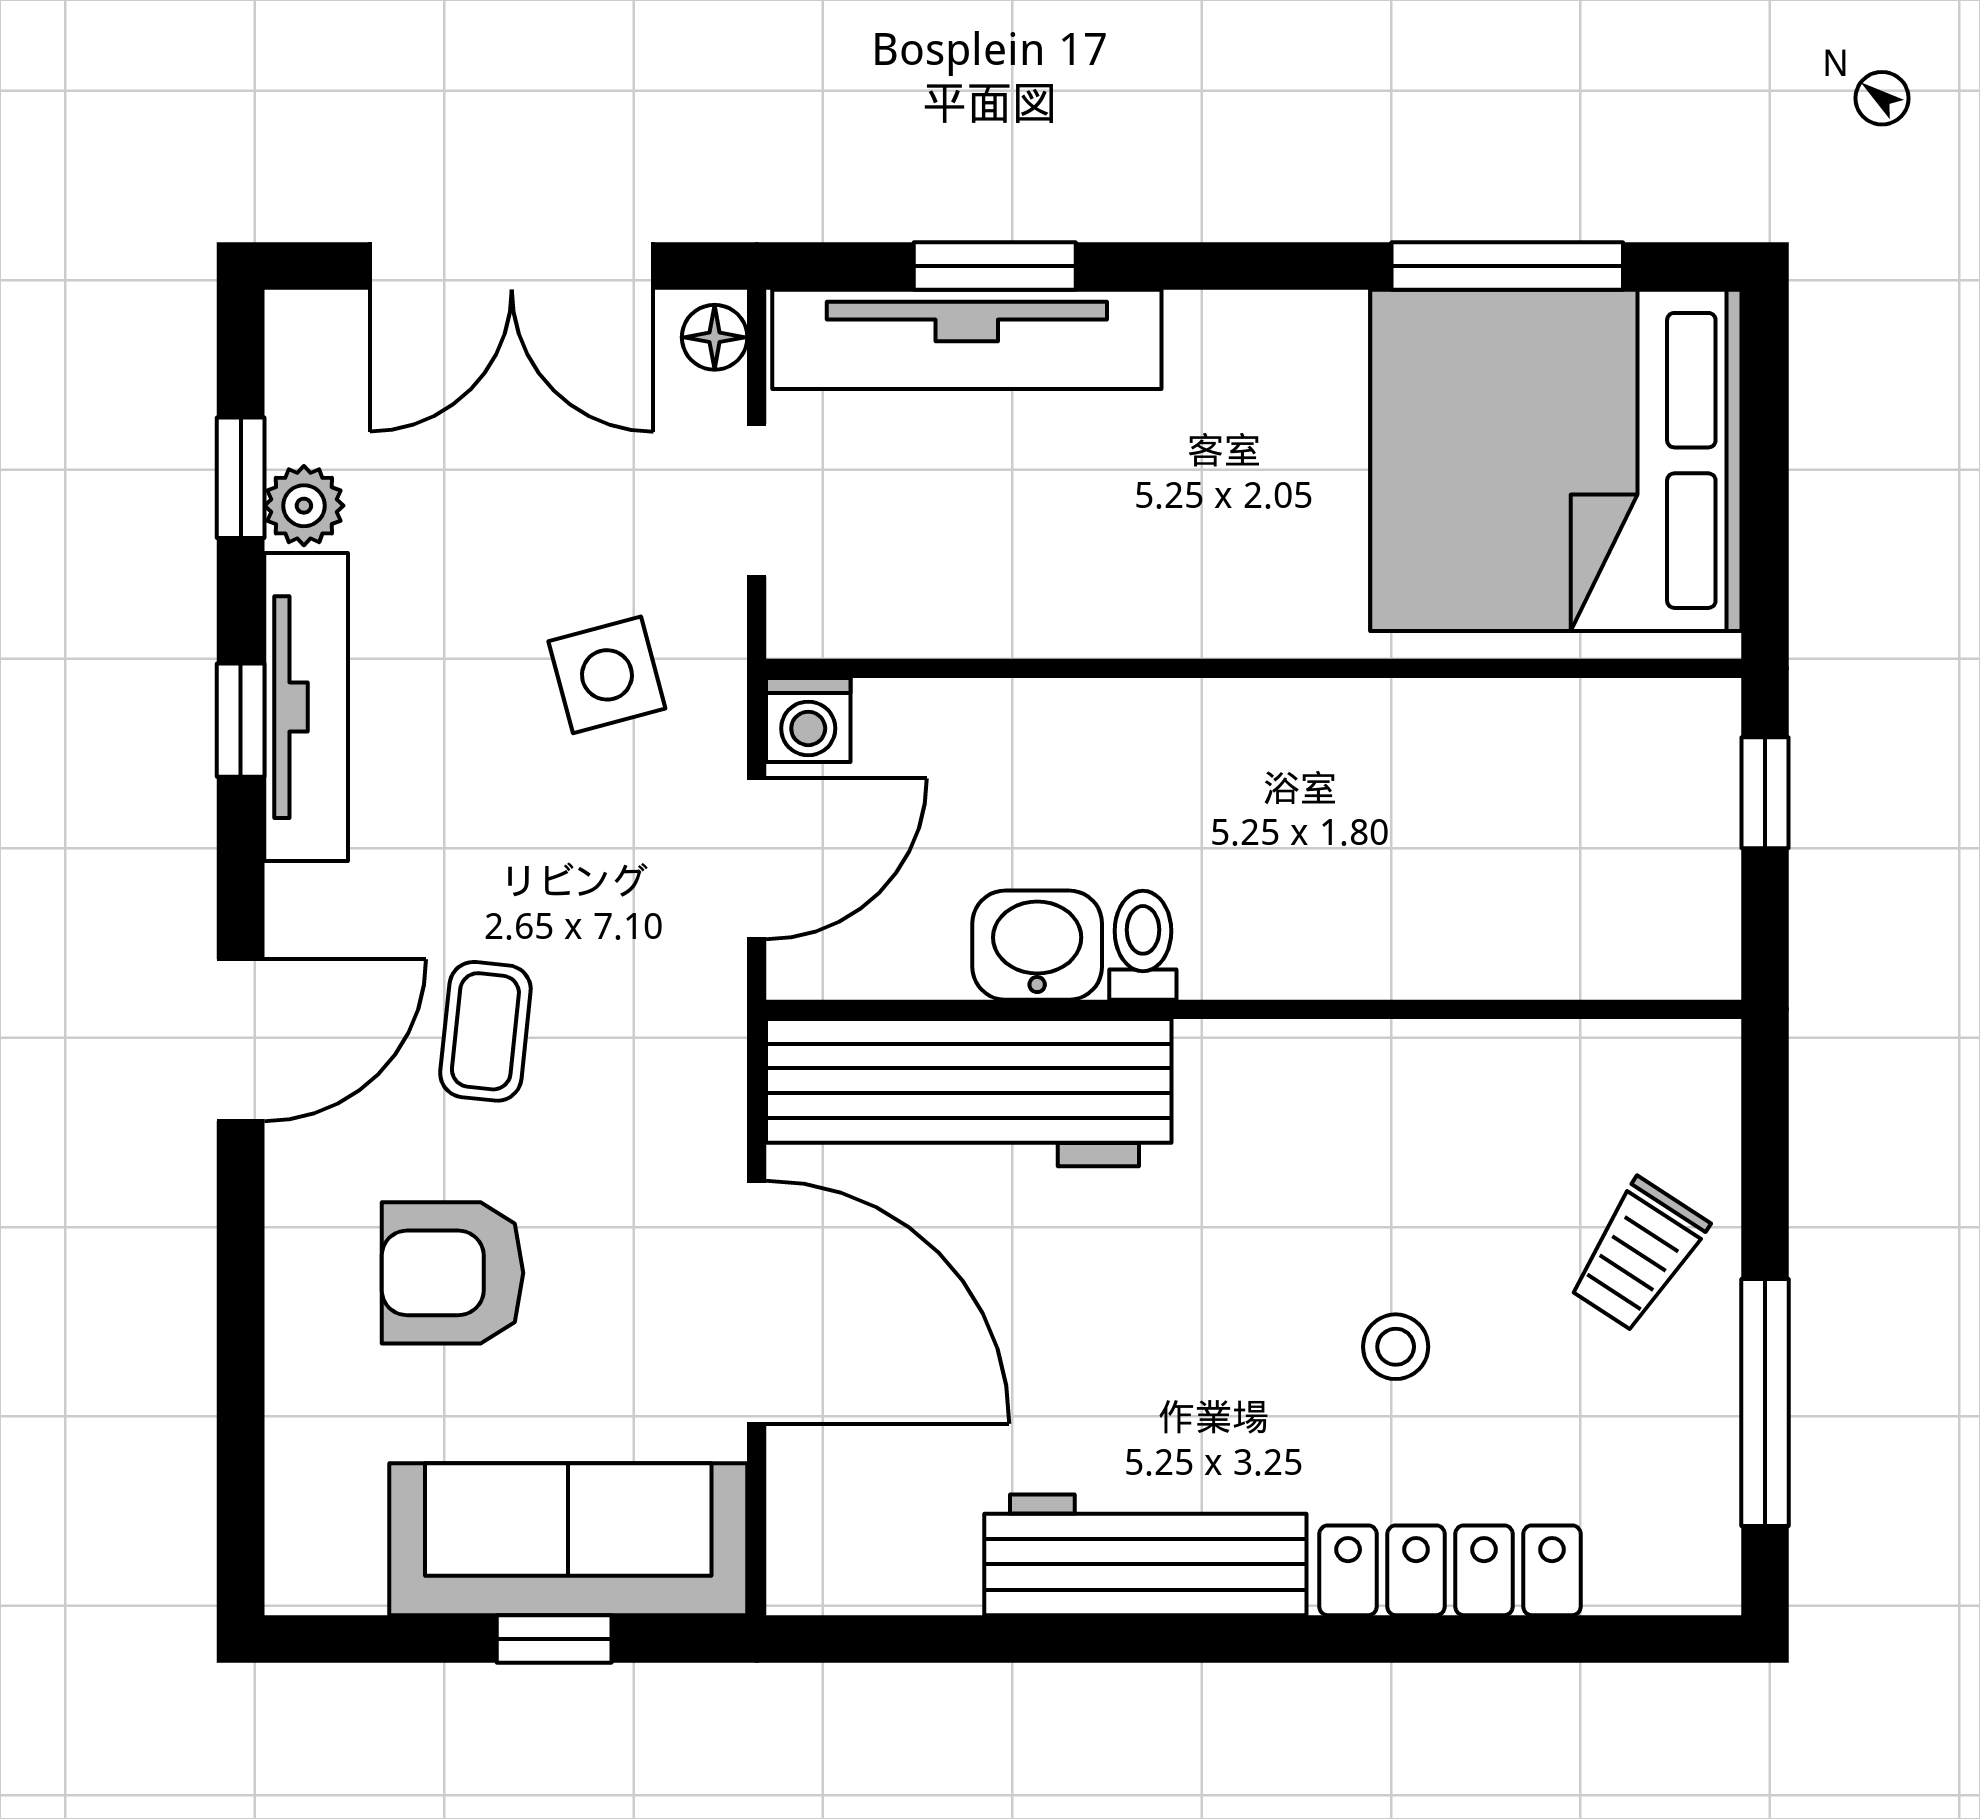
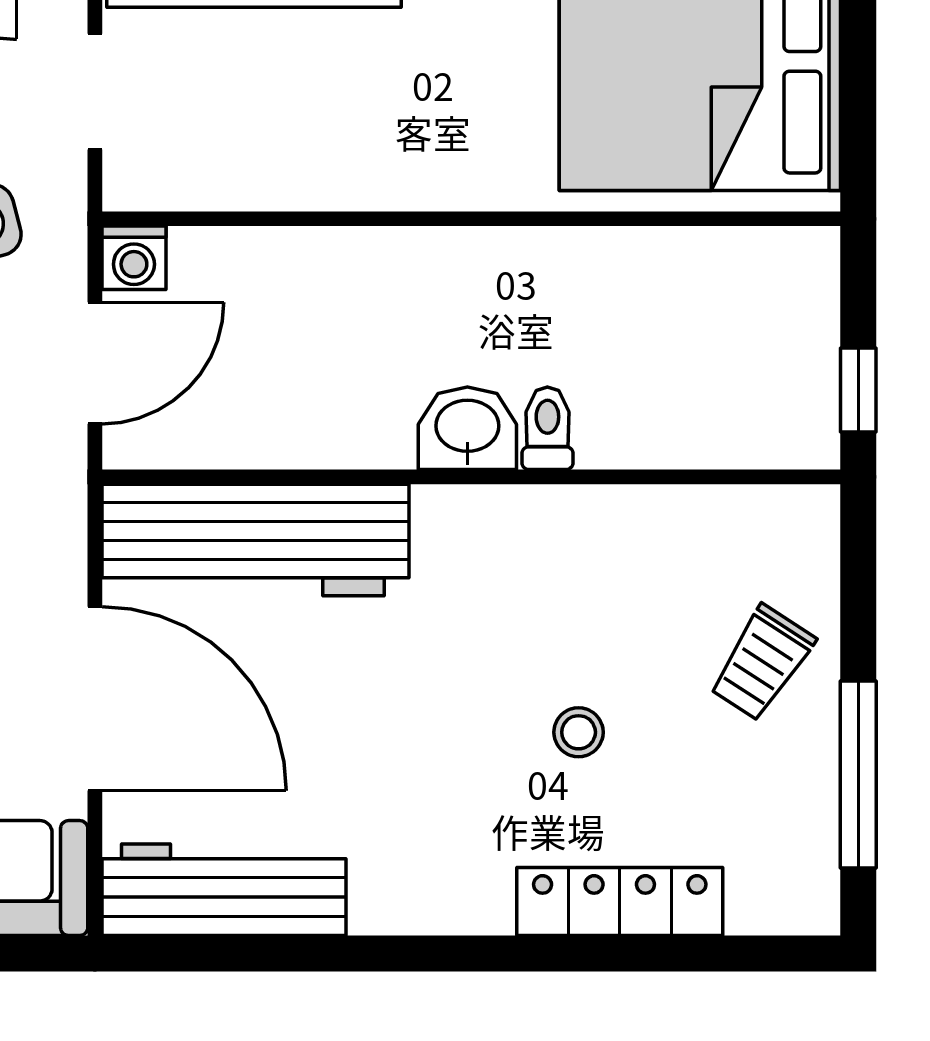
window: (1765, 793) -> (858, 390), moved
washbasin: (1037, 945) -> (467, 428), moved
toilet: (1143, 945) -> (547, 428), moved
workbench: (1145, 1555) -> (224, 890), moved

